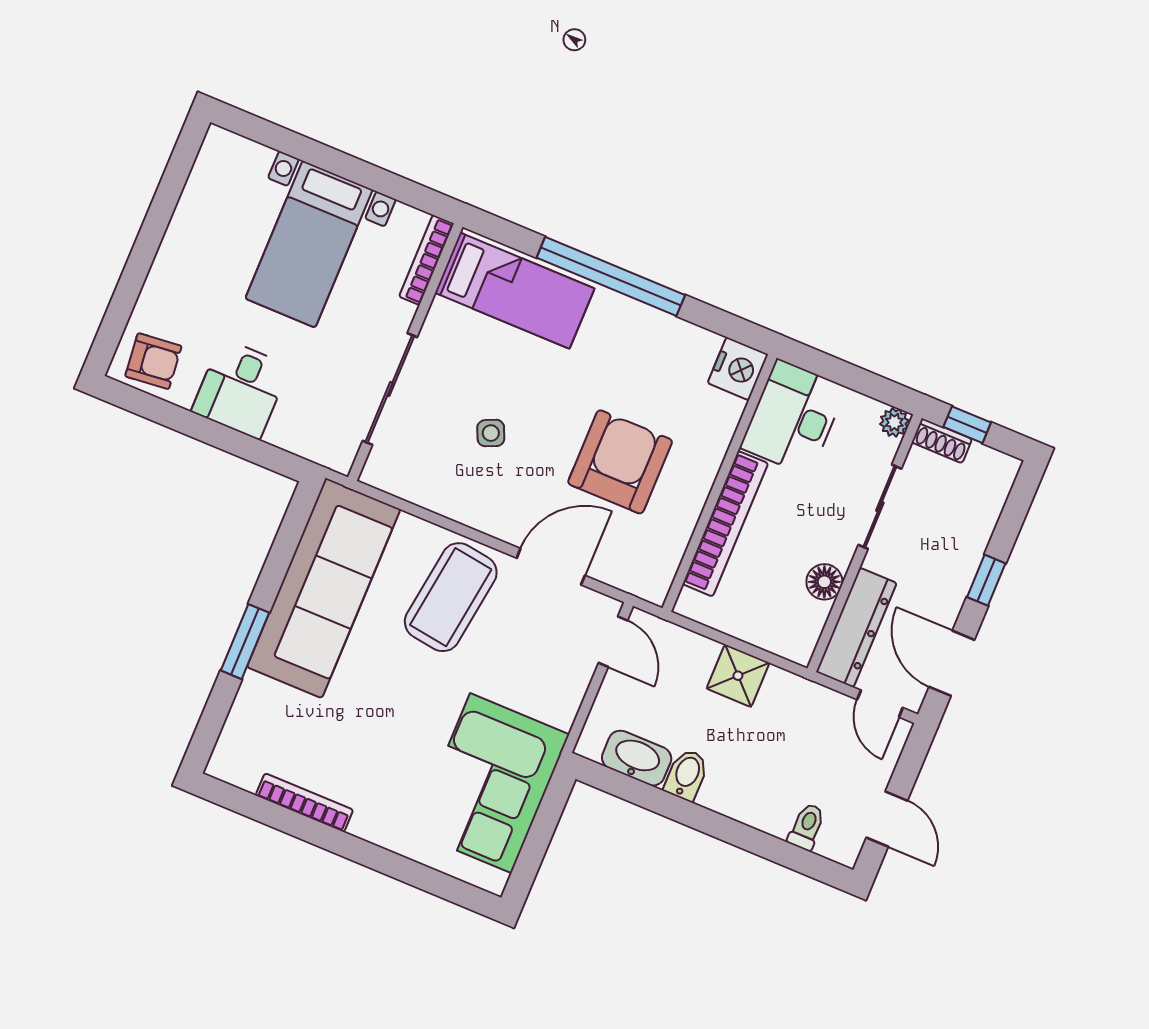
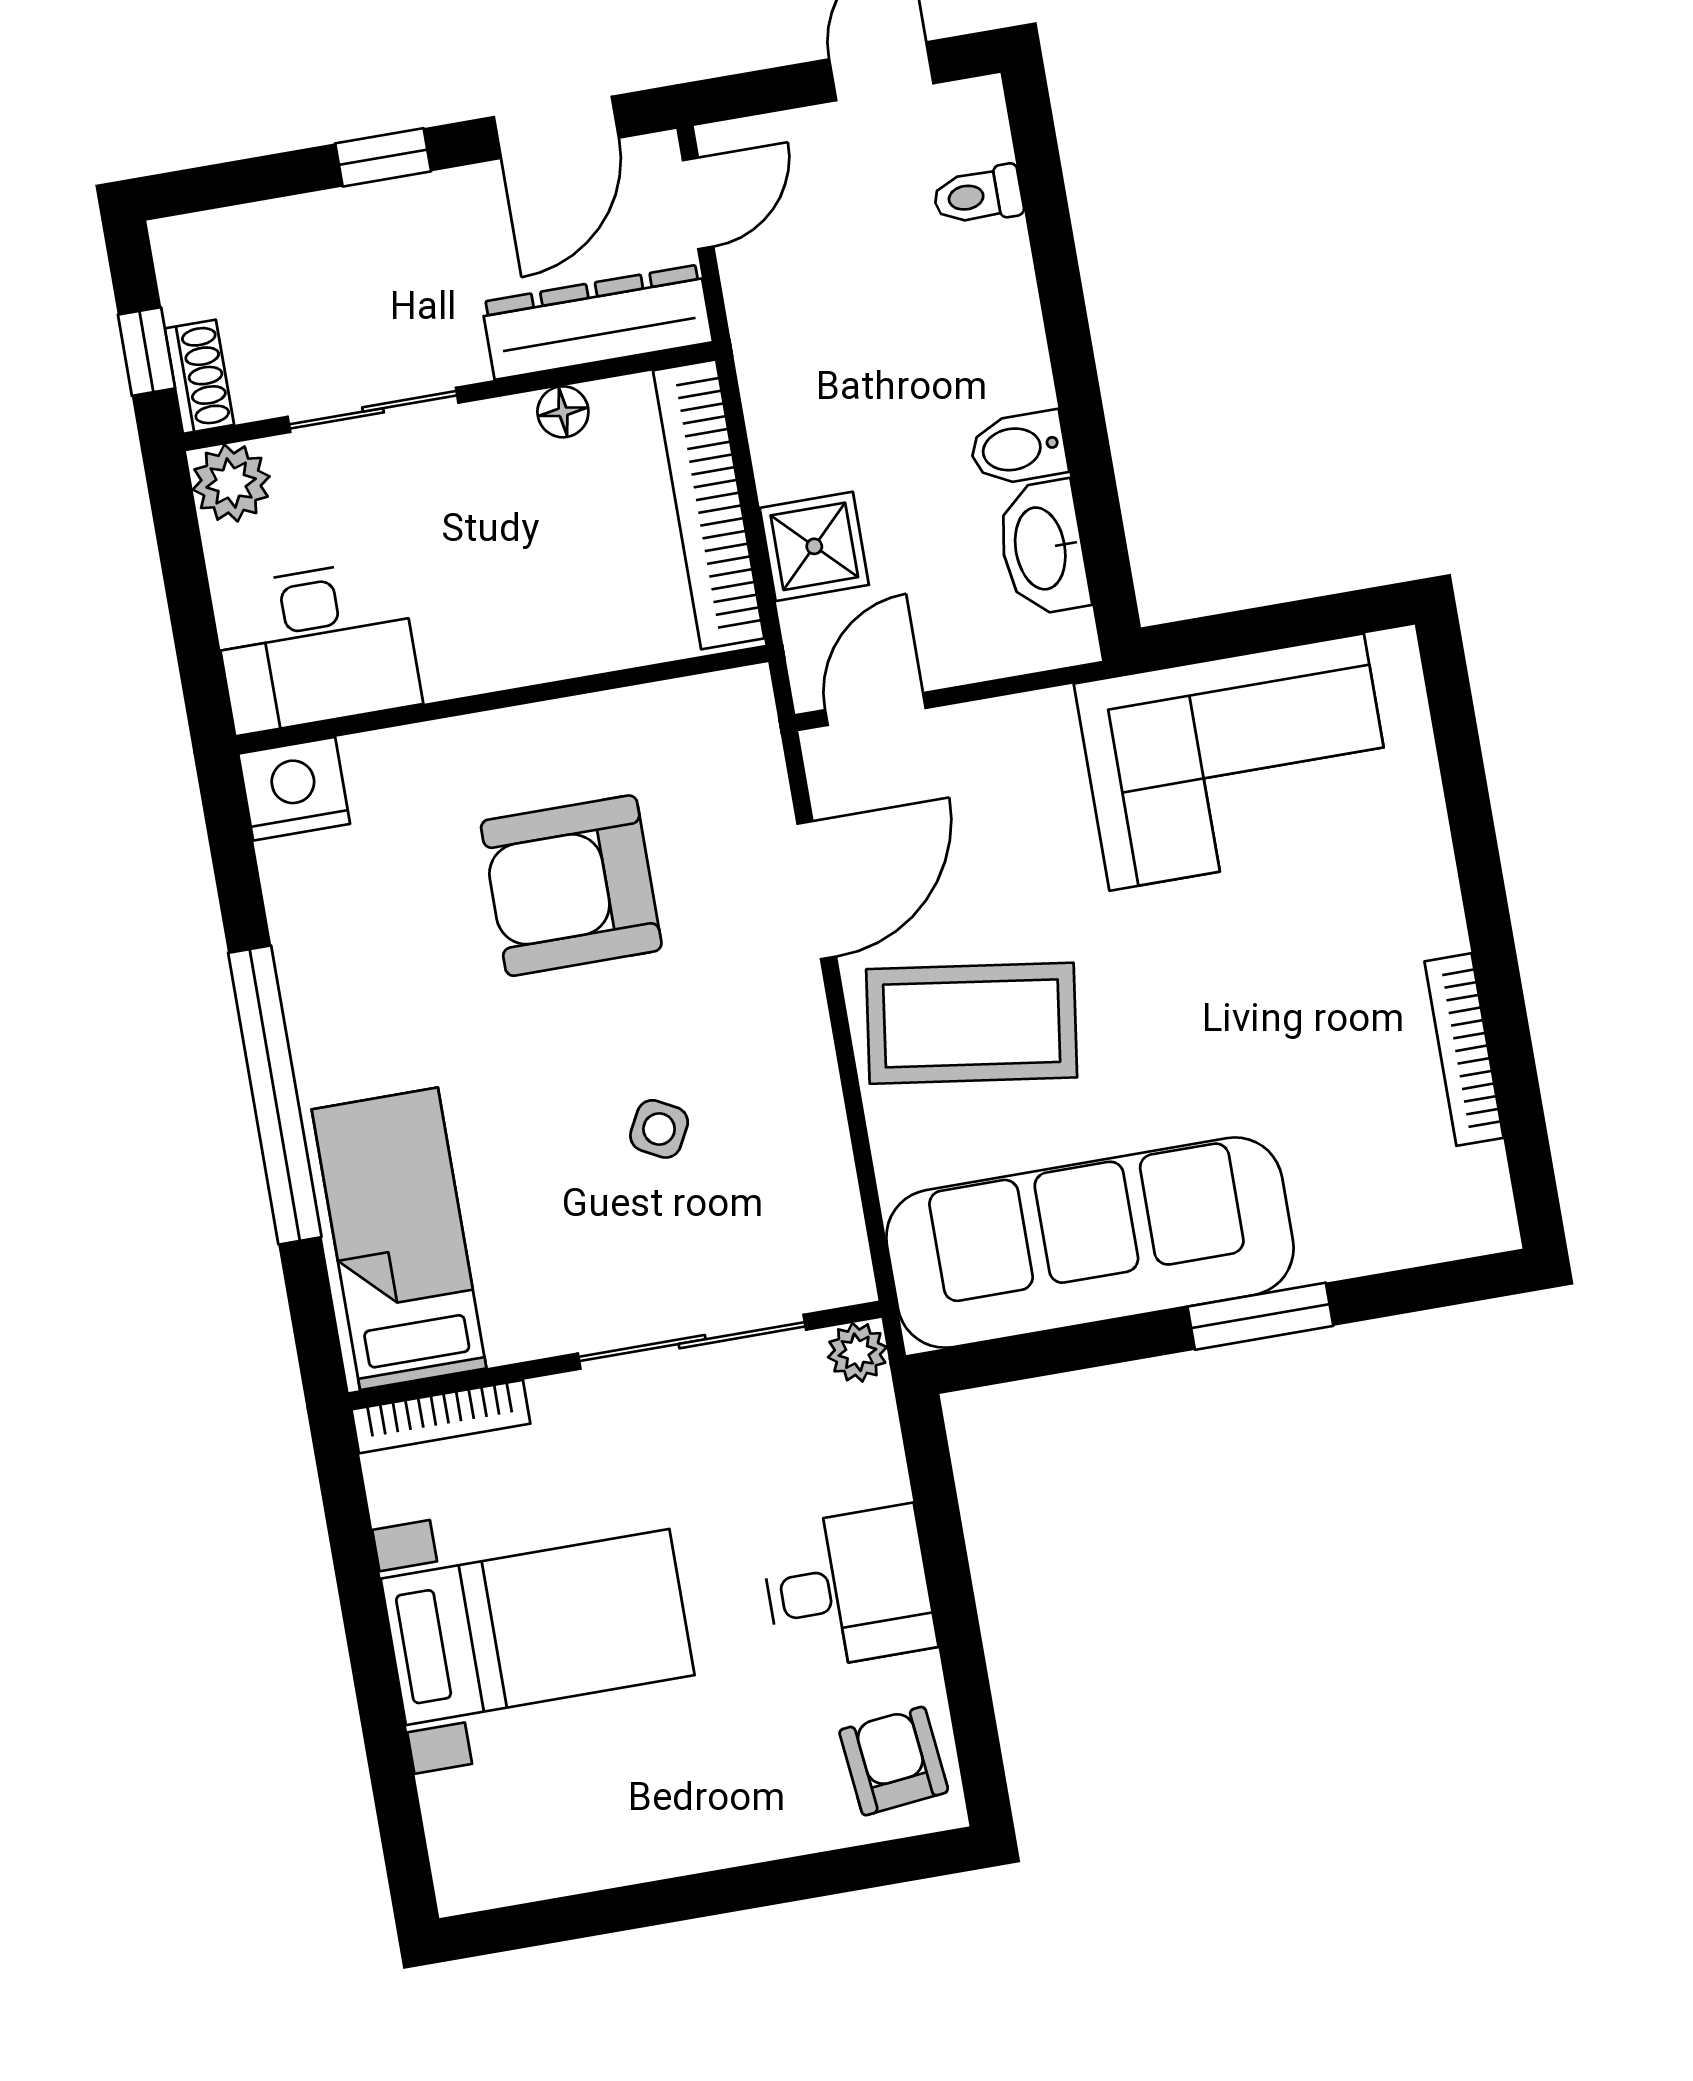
plant: (894, 422) -> (231, 483), width x1.38, depth x1.38
side table: (491, 433) -> (659, 1129), turned -38
plant: (340, 458) -> (857, 1352), added
bookcase: (725, 524) -> (709, 504), moved, turned -90
door: (551, 567) -> (817, 890), swing flipped
floor lamp: (824, 582) -> (563, 412), width x0.73, depth x0.73
shower: (738, 676) -> (814, 546), moved

